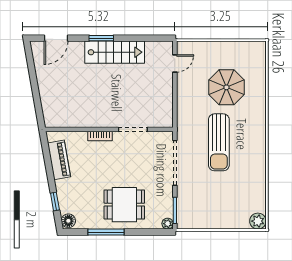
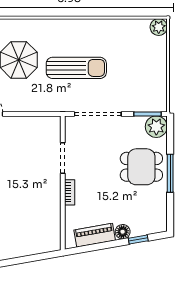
dining table: (124, 205) -> (141, 167), turned 90
floor lamp: (68, 221) -> (123, 232), moved
plant: (168, 224) -> (156, 127), width x1.88, depth x1.88
window: (106, 232) -> (170, 173), moved

